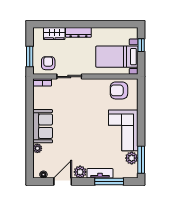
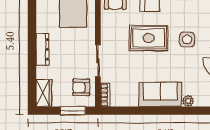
wardrobe: (54, 34) -> (44, 93), moved
rug: (88, 117) -> (149, 38), added
side table: (86, 147) -> (187, 39), added

